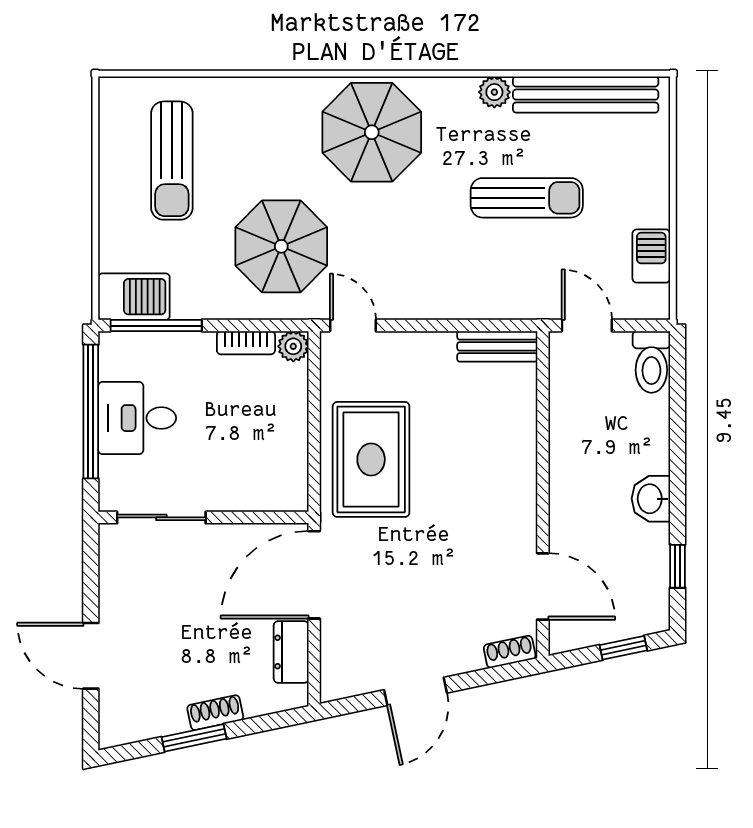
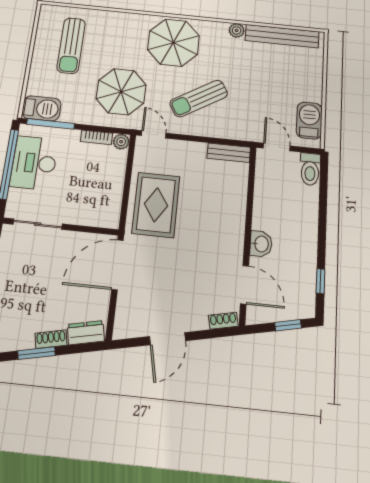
sun lounger: (527, 198) -> (199, 98), moved, turned 149
barbecue: (651, 256) -> (309, 121), width x1.38, depth x1.27
desk: (137, 418) -> (34, 163), width x1.37
washbasin: (651, 499) -> (261, 244), moved, turned 180
dresser: (291, 652) -> (86, 333), moved, turned 78

